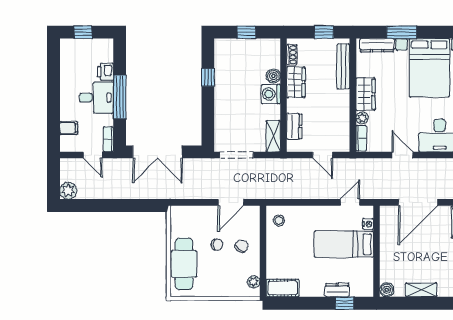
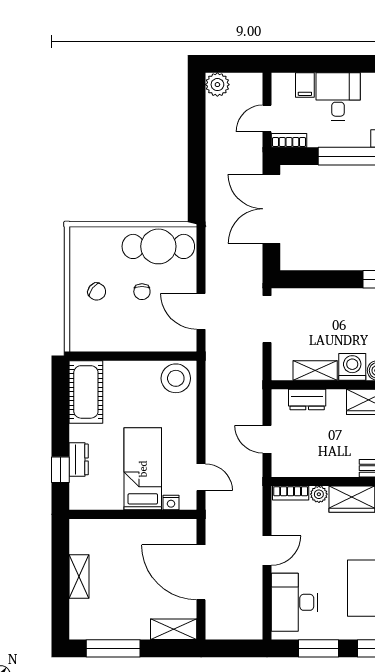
desk: (96, 98) -> (338, 96), moved, turned 180
shelving: (273, 136) -> (315, 370), moved
door: (323, 155) -> (267, 439), hinge flipped
stool: (279, 221) -> (176, 378), width x1.89, depth x1.89
chair: (242, 246) -> (97, 292), moved
cafe table: (184, 264) -> (158, 246), moved
plant: (254, 282) -> (90, 343), removed
cot: (283, 288) -> (86, 392), width x1.37, depth x1.34
boiler: (387, 290) -> (79, 529), removed

